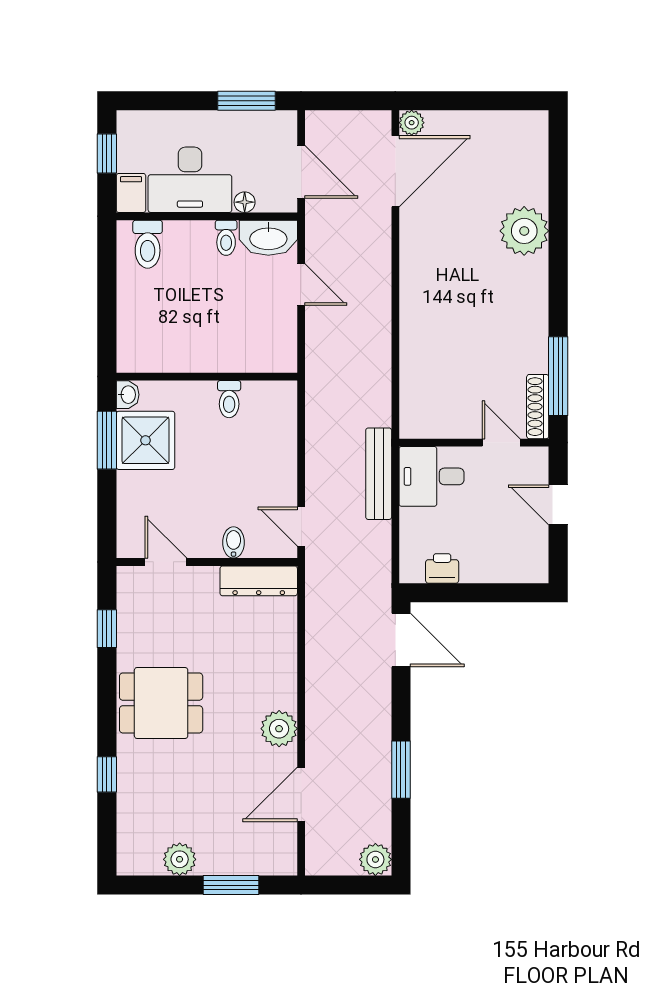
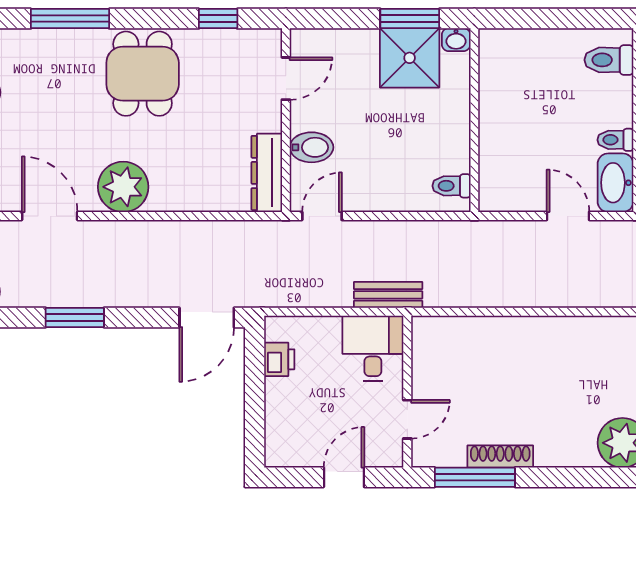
door: (301, 284) -> (568, 216), swing flipped
toilet: (229, 399) -> (451, 186), moved
shoe rack: (538, 407) -> (500, 457), moved
bench: (379, 474) -> (388, 295), width x0.73
bidet: (234, 542) -> (312, 147), width x1.38, depth x1.36
plant: (279, 729) -> (123, 187), width x1.36, depth x1.36
window: (107, 774) -> (70, 19), width x2.17

